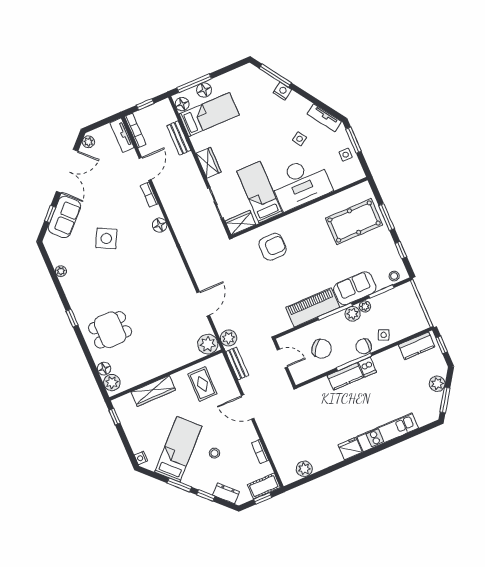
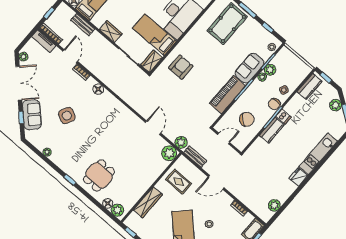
plant: (353, 314) -> (270, 70), moved

